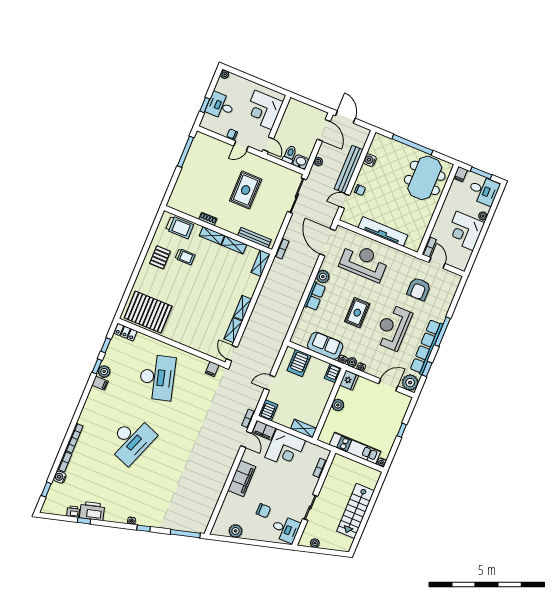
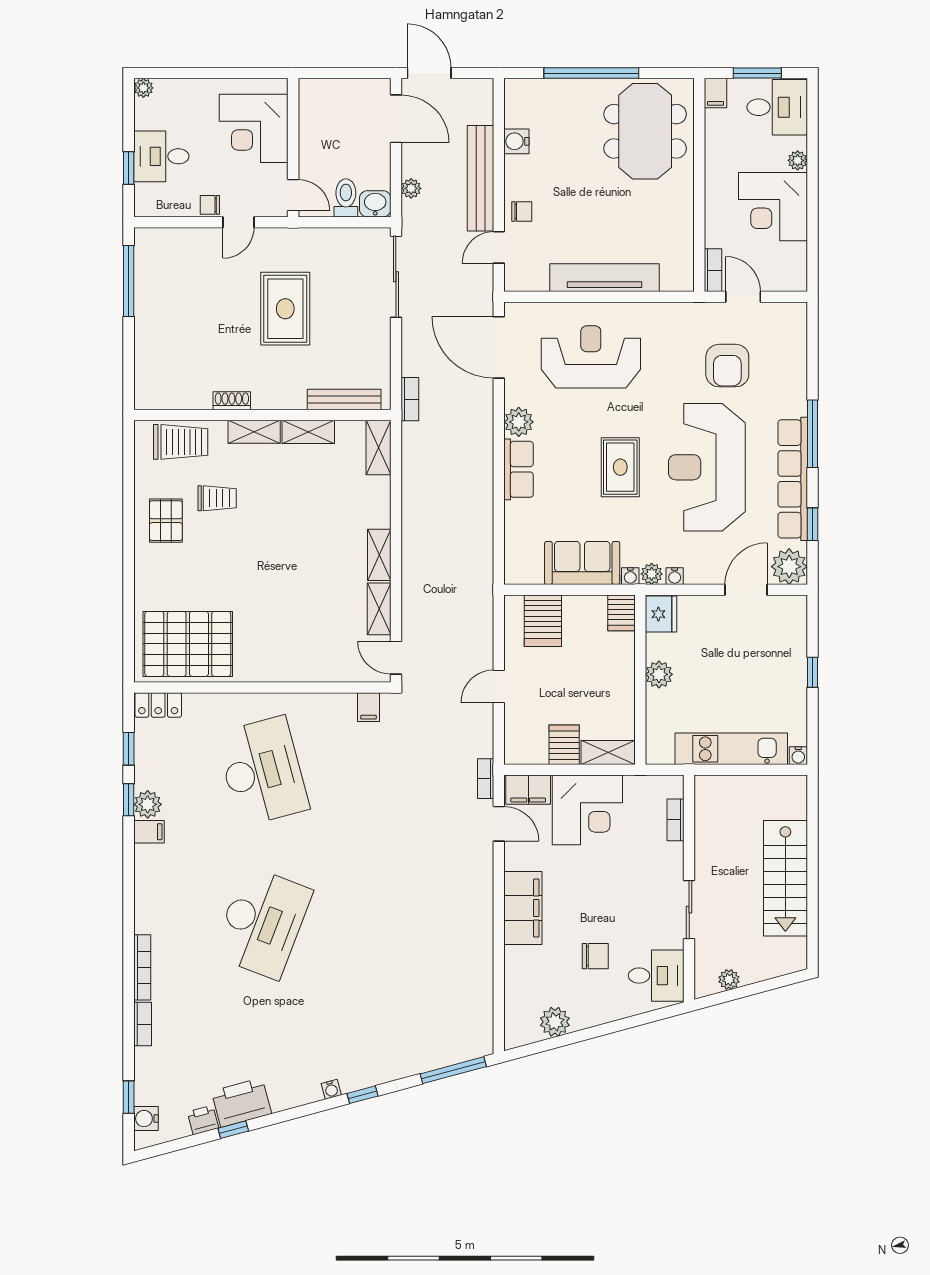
reception desk: (393, 327) -> (707, 467), width x1.36, depth x1.30
server rack: (268, 410) -> (564, 745), moved
water cooler: (60, 477) -> (146, 1119), moved

